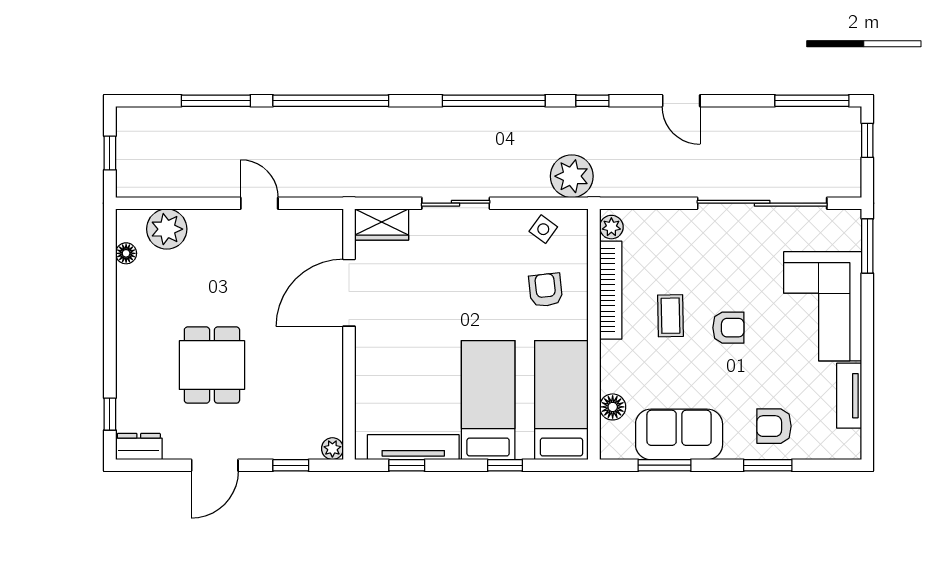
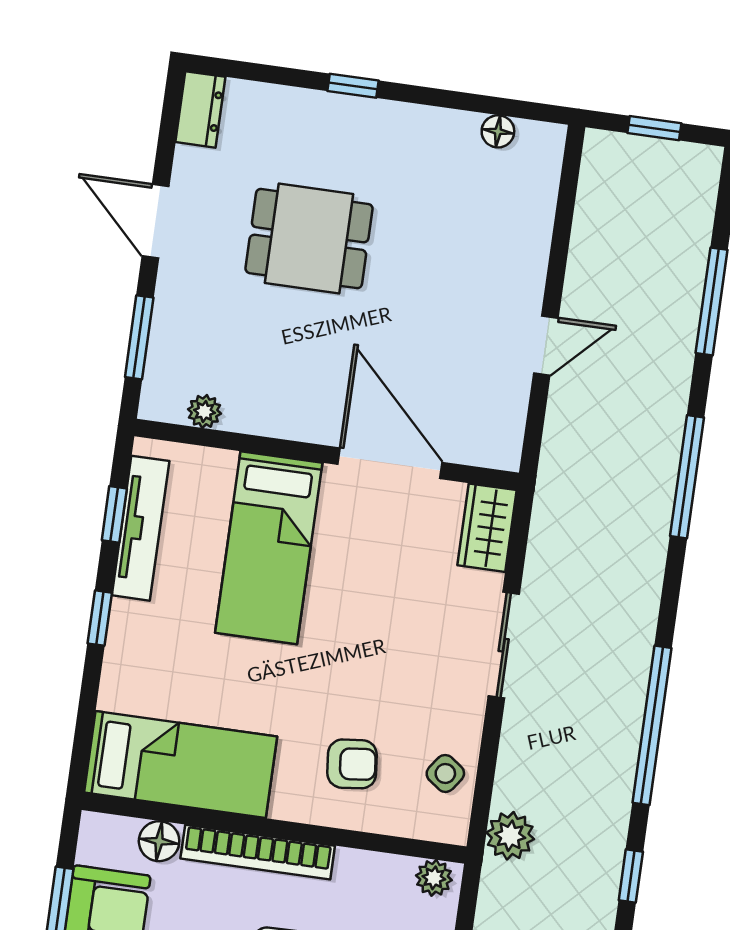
window: (331, 101) -> (687, 477), width x0.68
plant: (572, 176) -> (510, 836), width x0.73, depth x0.73
plant: (167, 229) -> (526, 199), removed
bookcase: (611, 290) -> (258, 852), moved
bed: (488, 400) -> (269, 548), moved, turned 90
window: (110, 414) -> (353, 86), moved
plant: (332, 449) -> (204, 411), moved
window: (291, 465) -> (139, 337), width x1.50
window: (505, 465) -> (100, 618), moved

